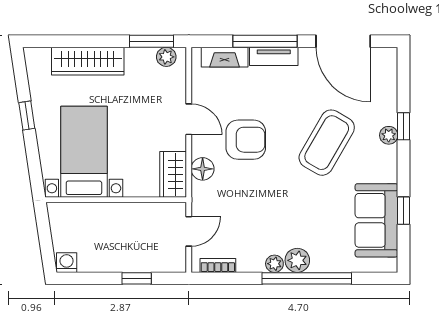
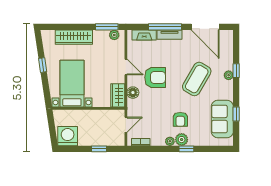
armchair: (295, 221) -> (180, 119), added
washing machine: (67, 263) -> (68, 136), width x1.89, depth x1.89
window: (307, 278) -> (186, 149), width x0.32

